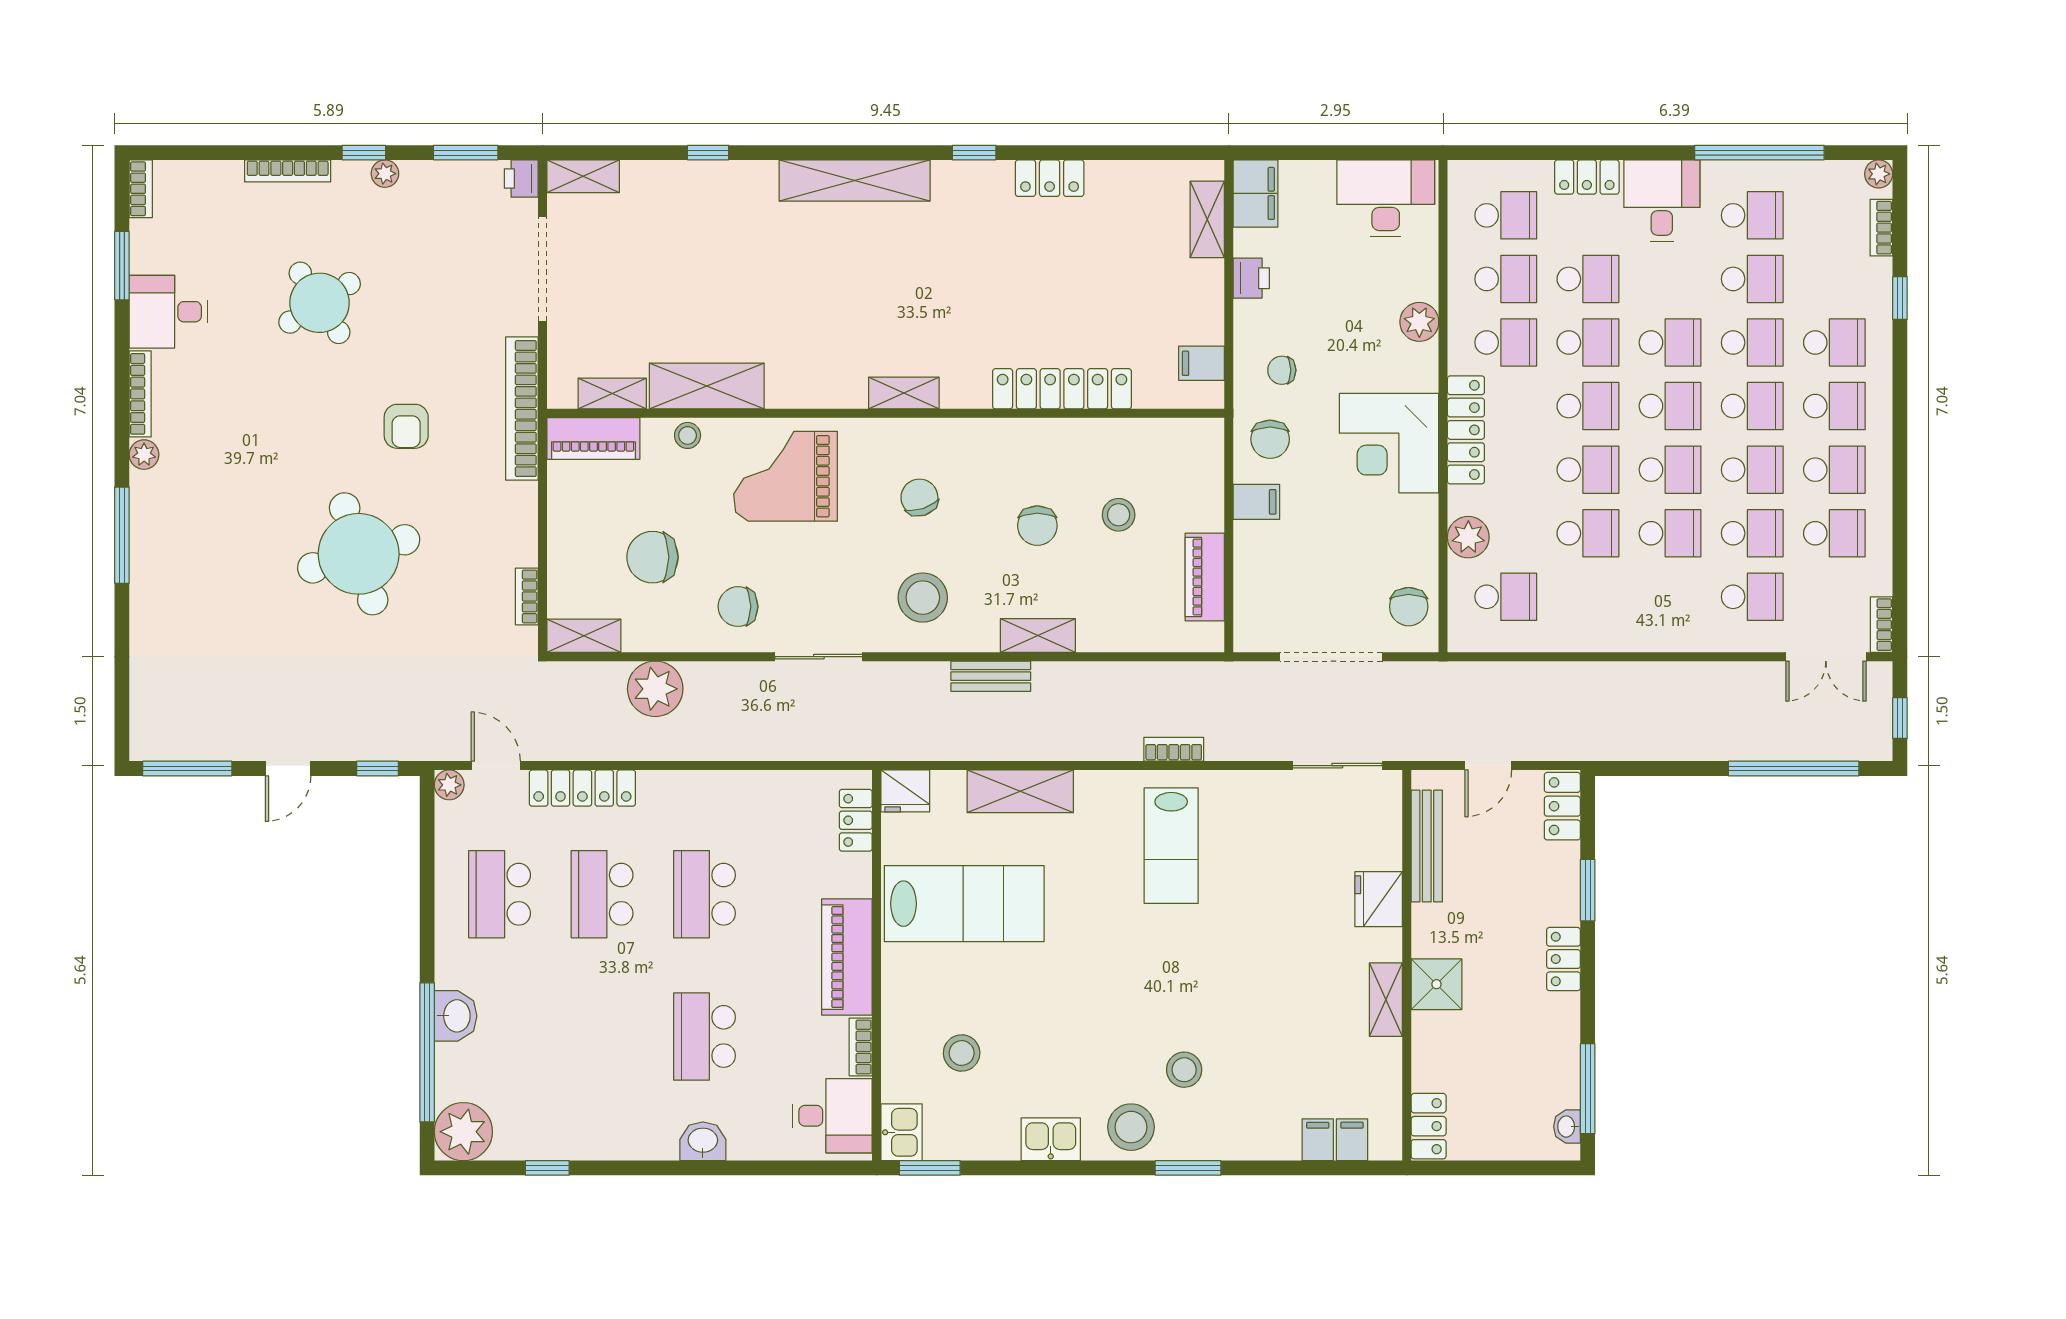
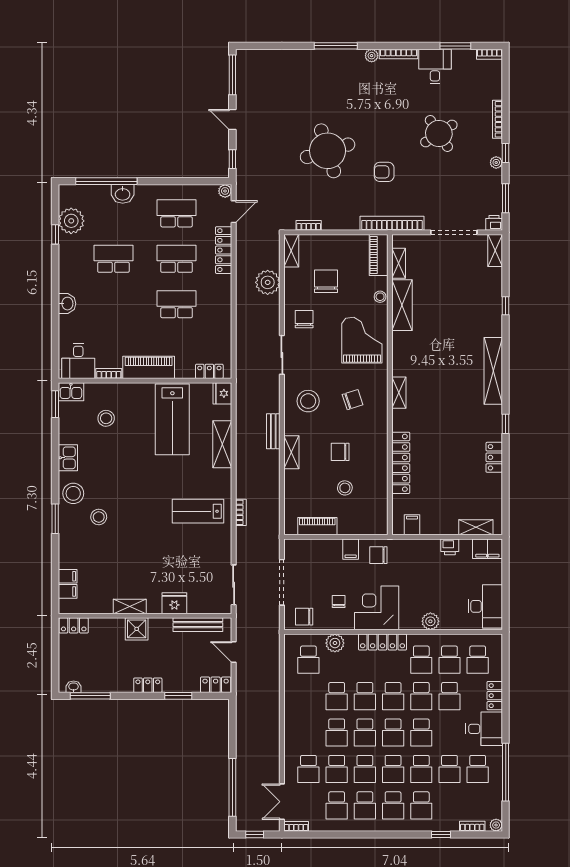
chair: (1282, 370) -> (339, 602), moved
school desk: (704, 1036) -> (113, 259), moved
plant: (463, 1132) -> (71, 221), moved

